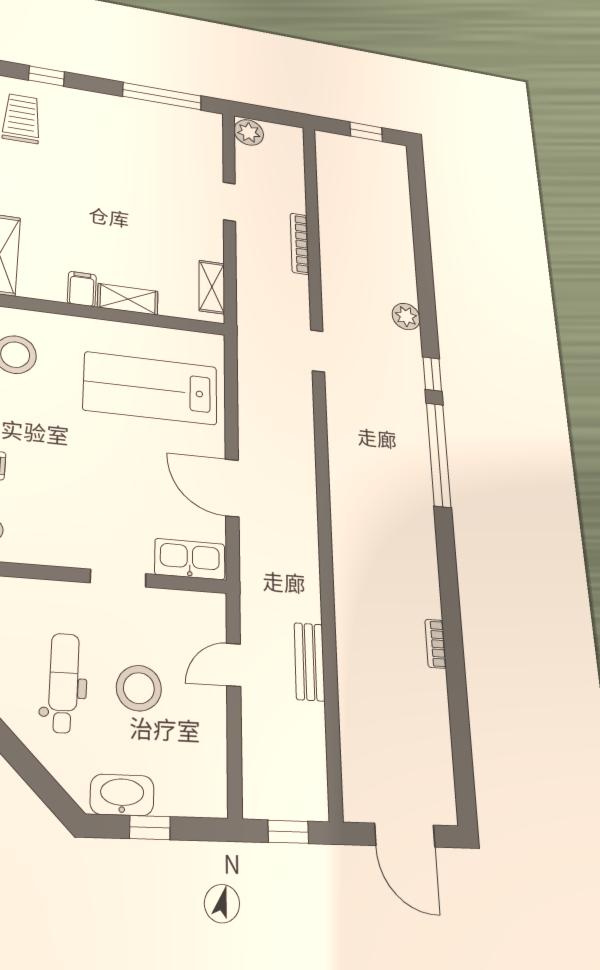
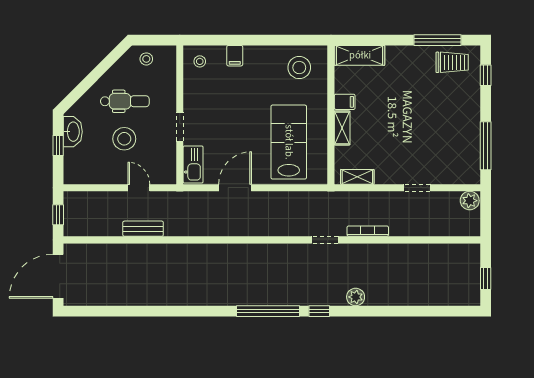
bookcase: (300, 244) -> (368, 231), moved
bookcase: (436, 644) -> (157, 301), removed
door: (405, 835) -> (58, 276), width x1.36

